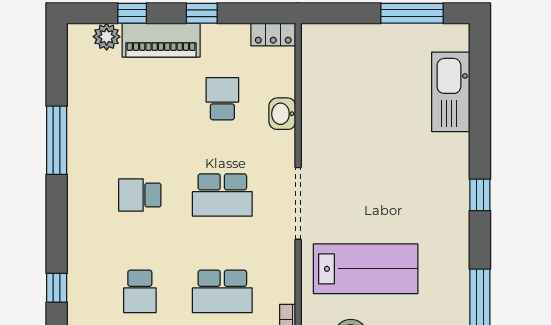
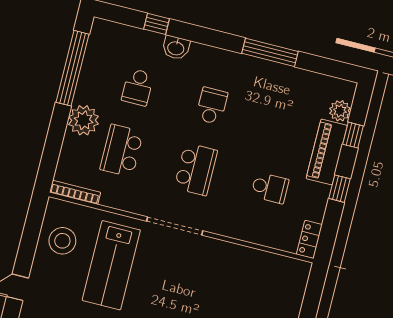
washbasin: (282, 114) -> (176, 48), moved, turned 180
school desk: (222, 195) -> (196, 169), turned 180
school desk: (140, 291) -> (138, 87), turned -90

